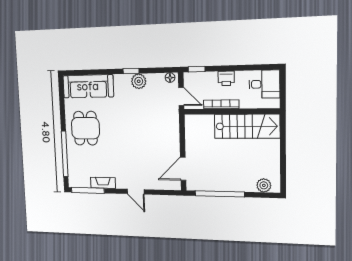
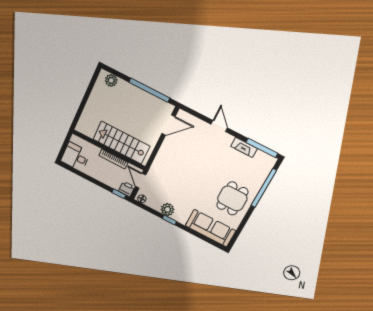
printer: (226, 78) -> (127, 189), moved
stairs: (247, 126) -> (121, 143), moved

